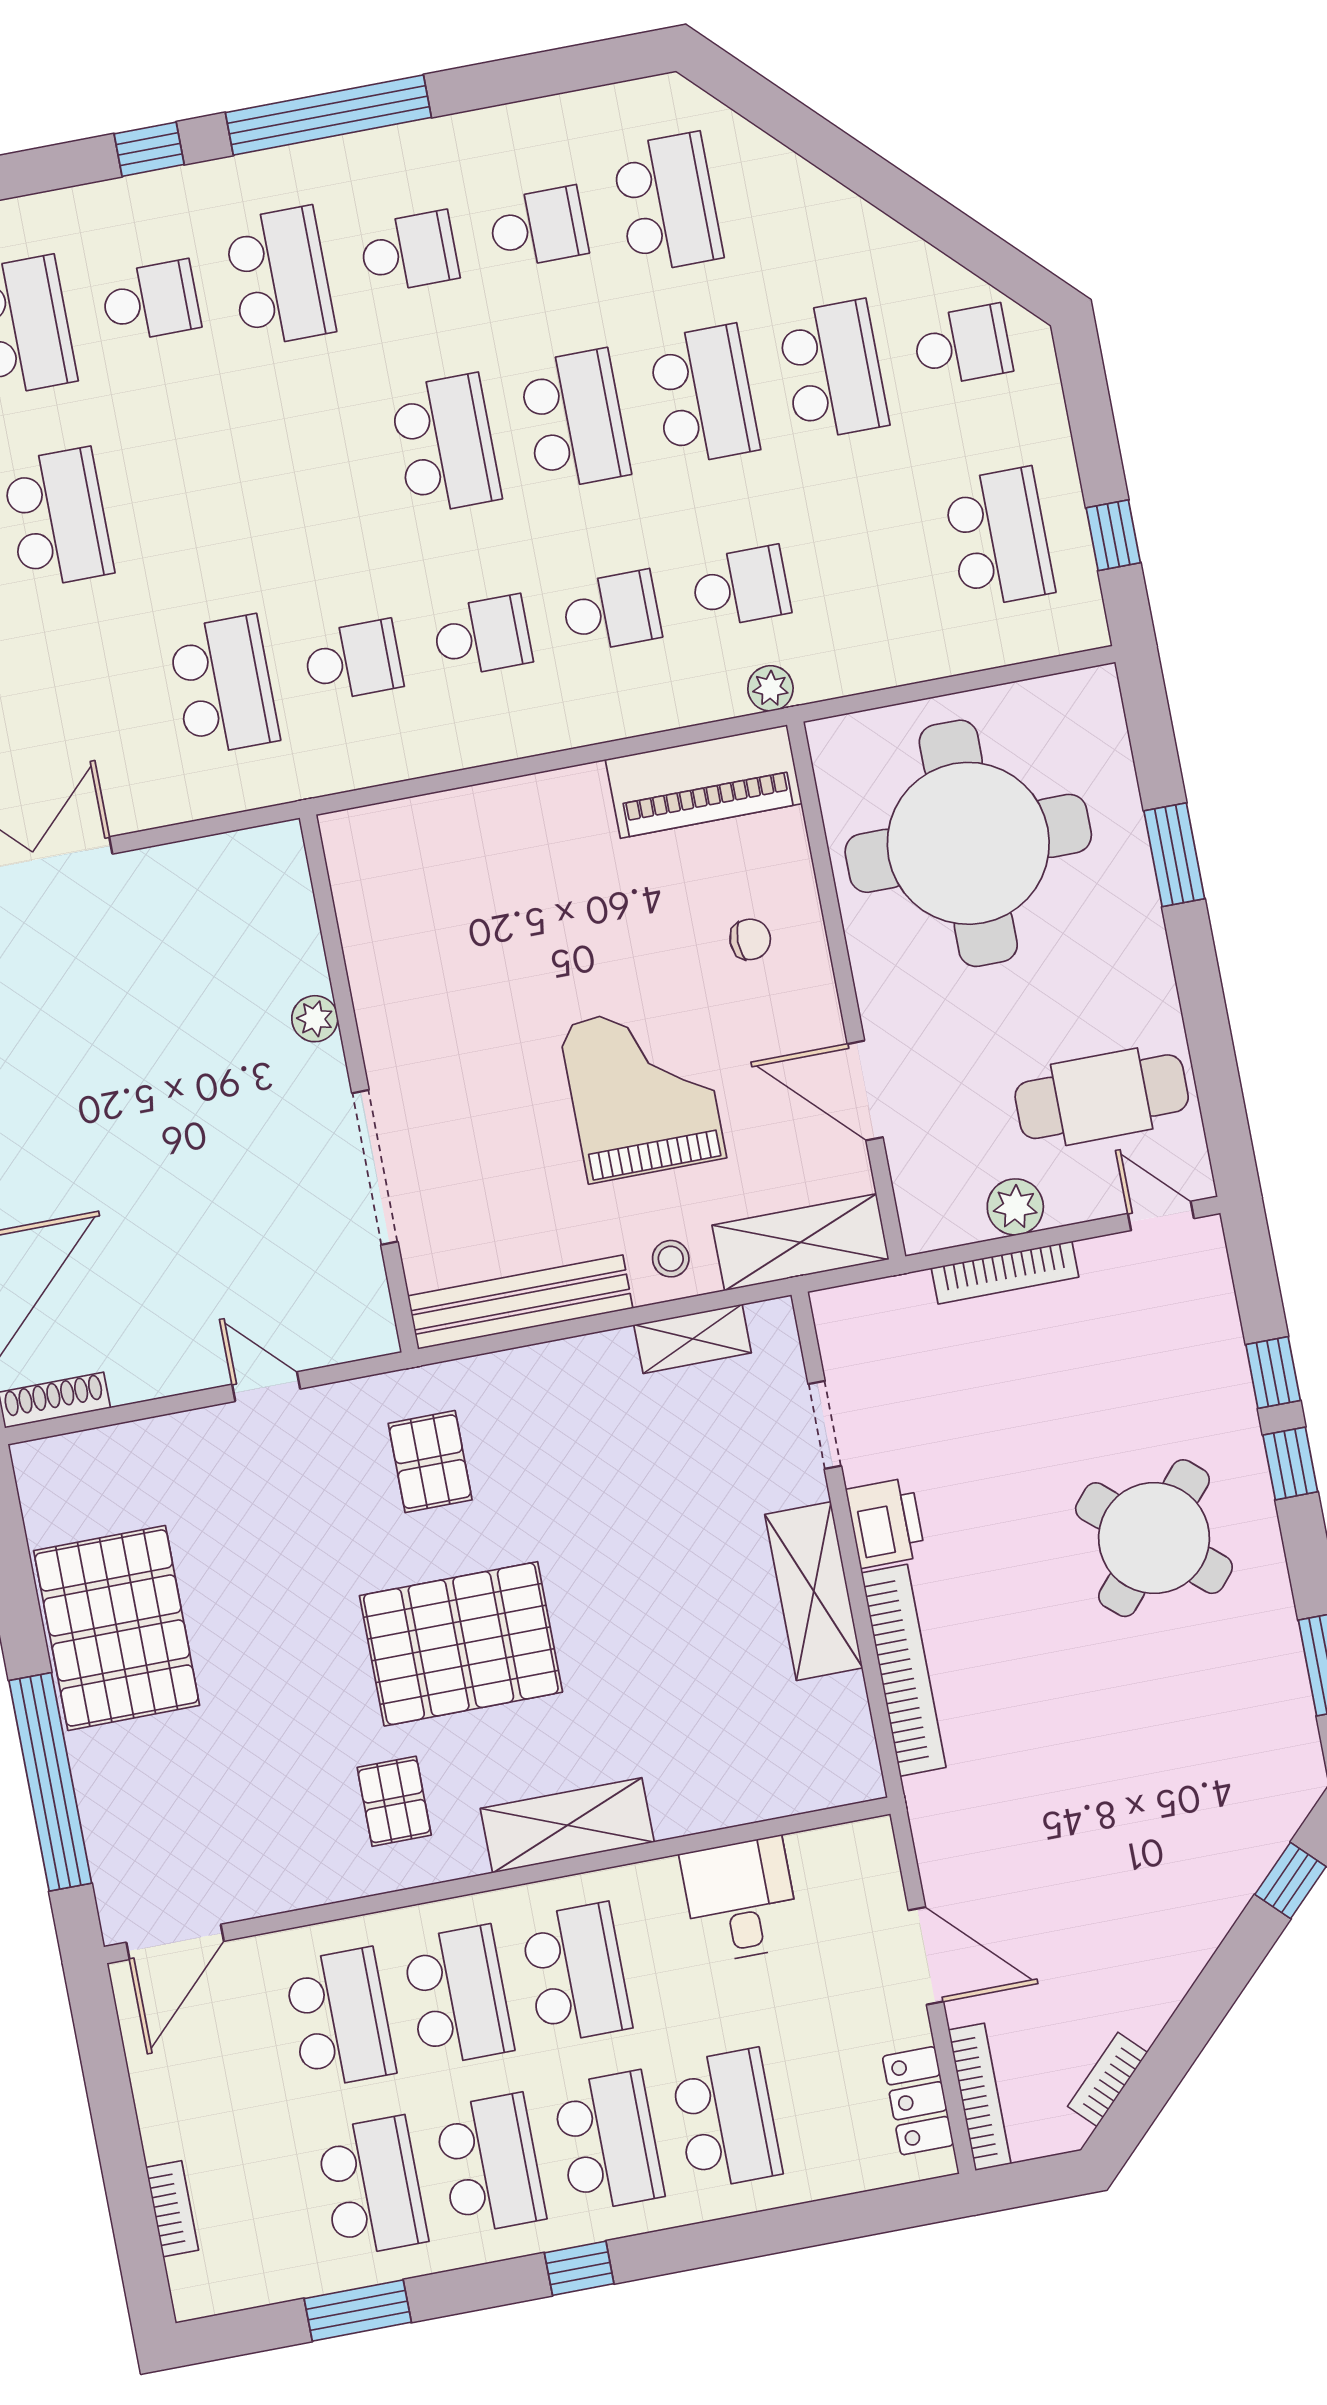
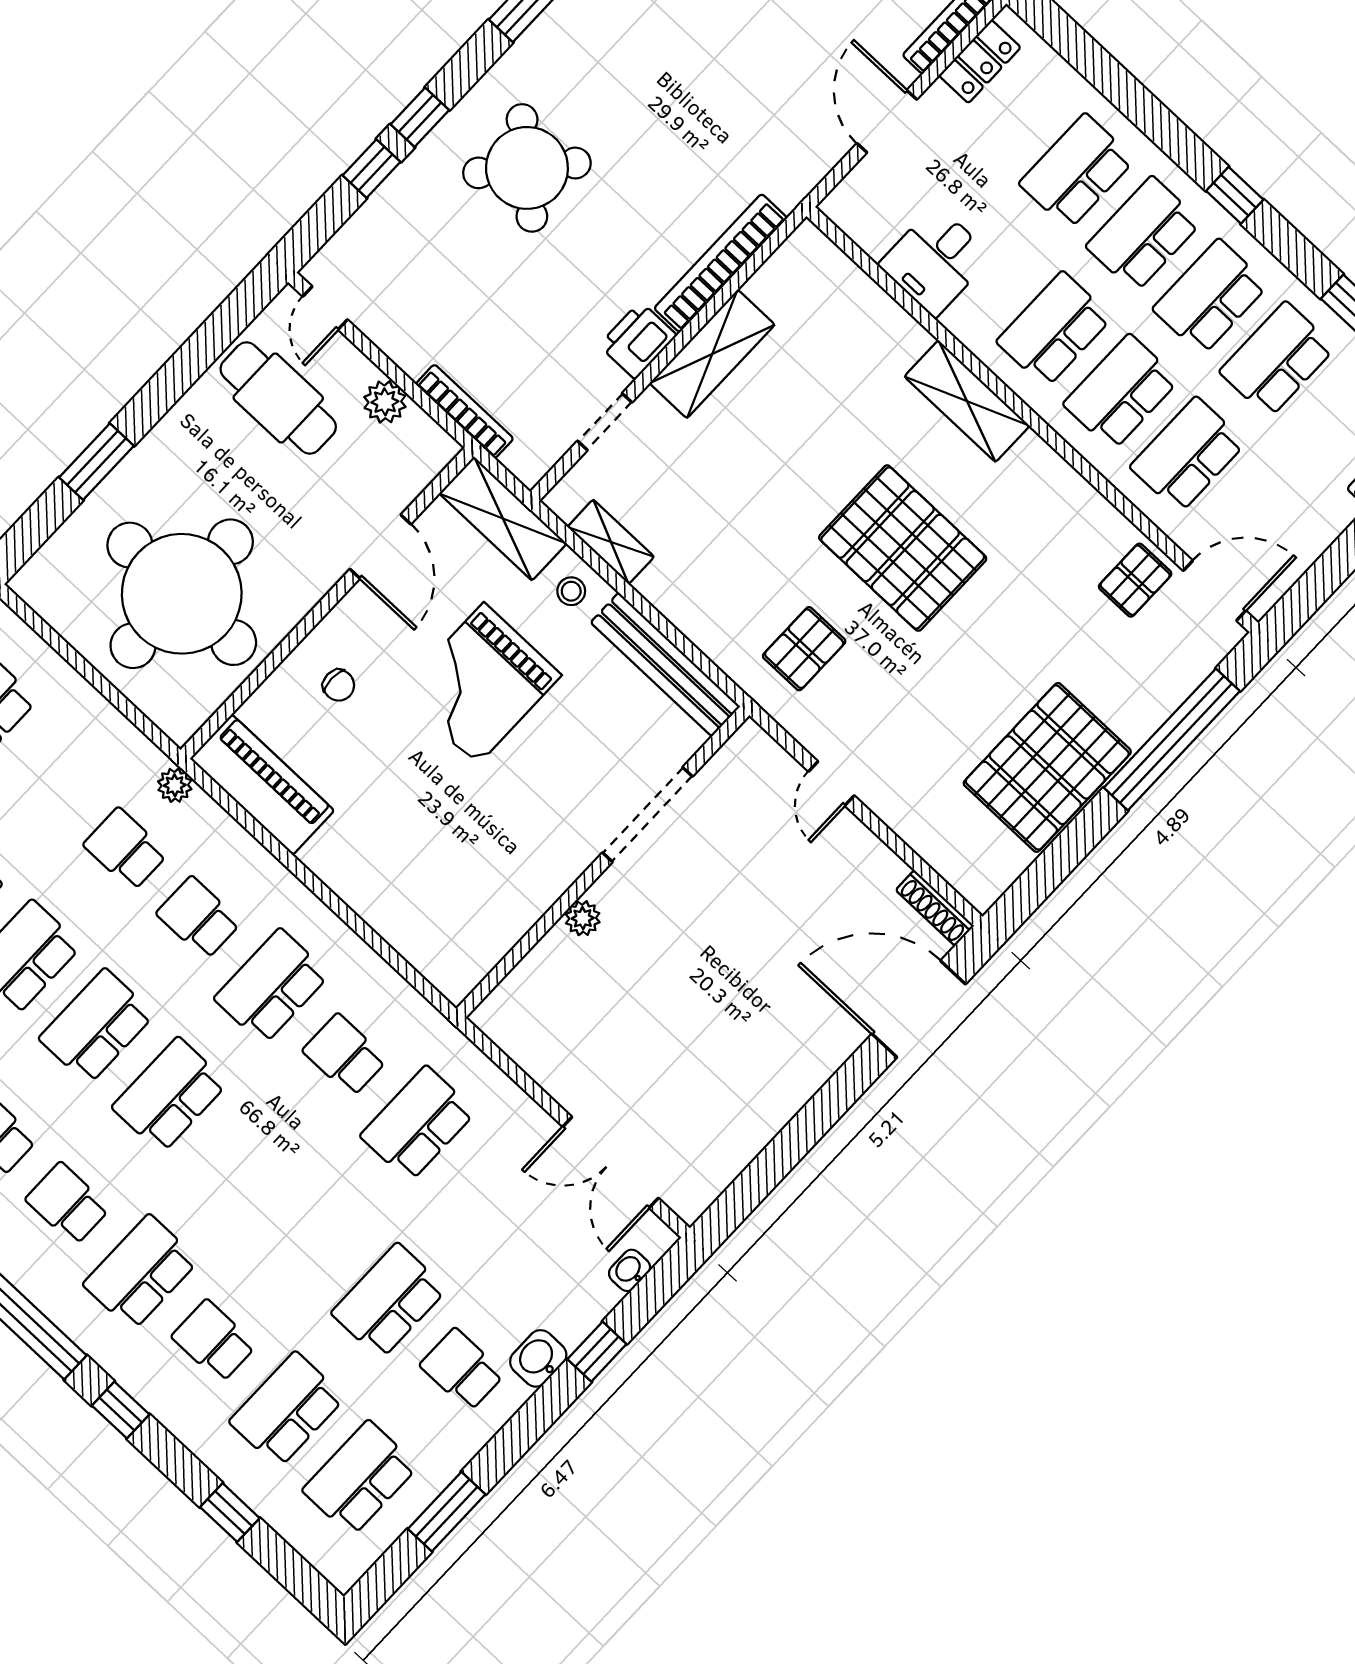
school desk: (482, 636) -> (272, 987), width x1.85
chair: (750, 939) -> (339, 685), turned 180
bookcase: (1005, 1273) -> (465, 411), moved
pallet: (394, 1801) -> (1135, 580), moved

